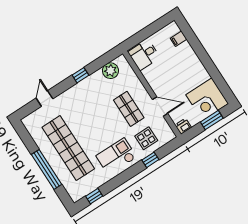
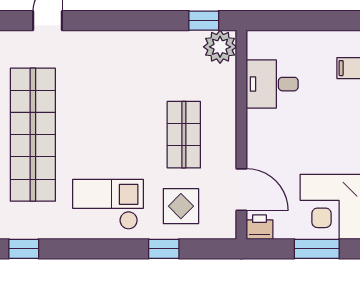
desk: (144, 55) -> (272, 84), moved
plant: (110, 71) -> (220, 47), moved
window: (80, 75) -> (204, 21), moved
door: (160, 106) -> (241, 190), moved

